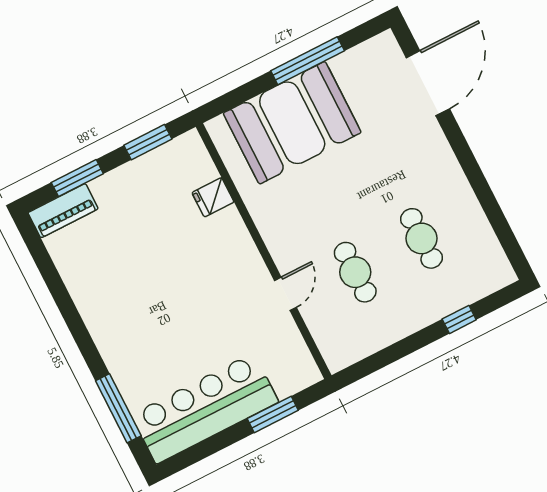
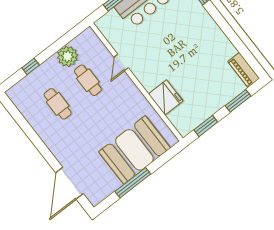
fridge: (213, 197) -> (166, 97), width x1.88, depth x1.34
piano: (63, 211) -> (244, 70), moved, turned -90
plant: (385, 325) -> (67, 56), added

